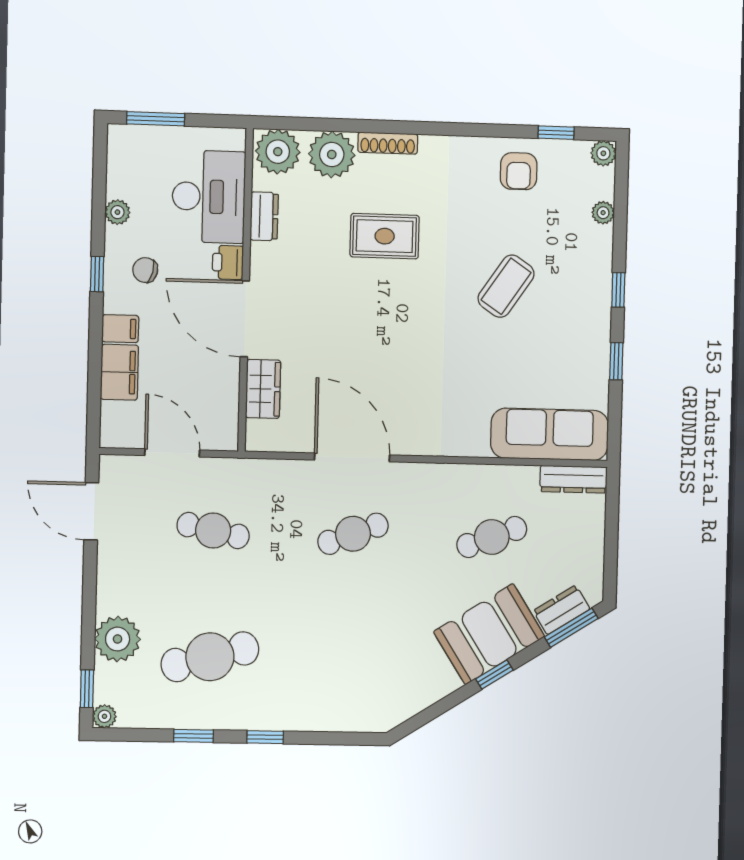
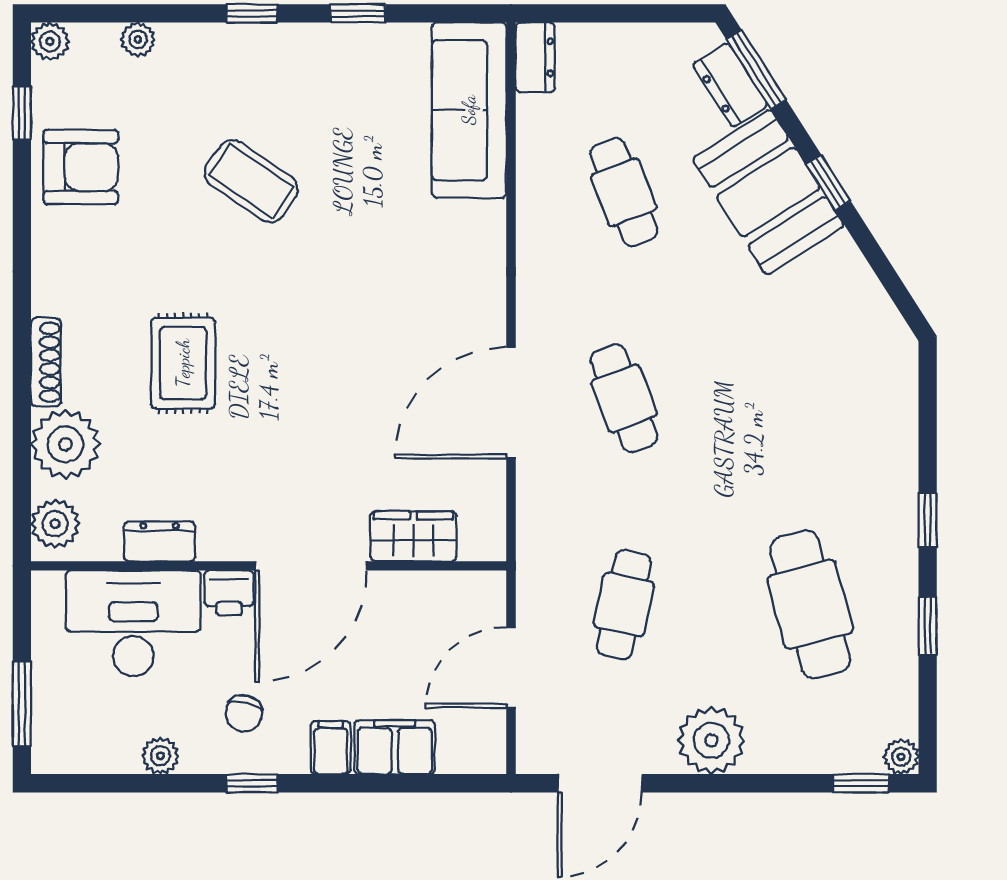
plant: (278, 152) -> (55, 524), width x0.73, depth x0.73
armchair: (519, 171) -> (81, 167), width x1.38, depth x1.38
dresser: (573, 479) -> (535, 57), width x0.70
plant: (118, 639) -> (711, 740), moved

